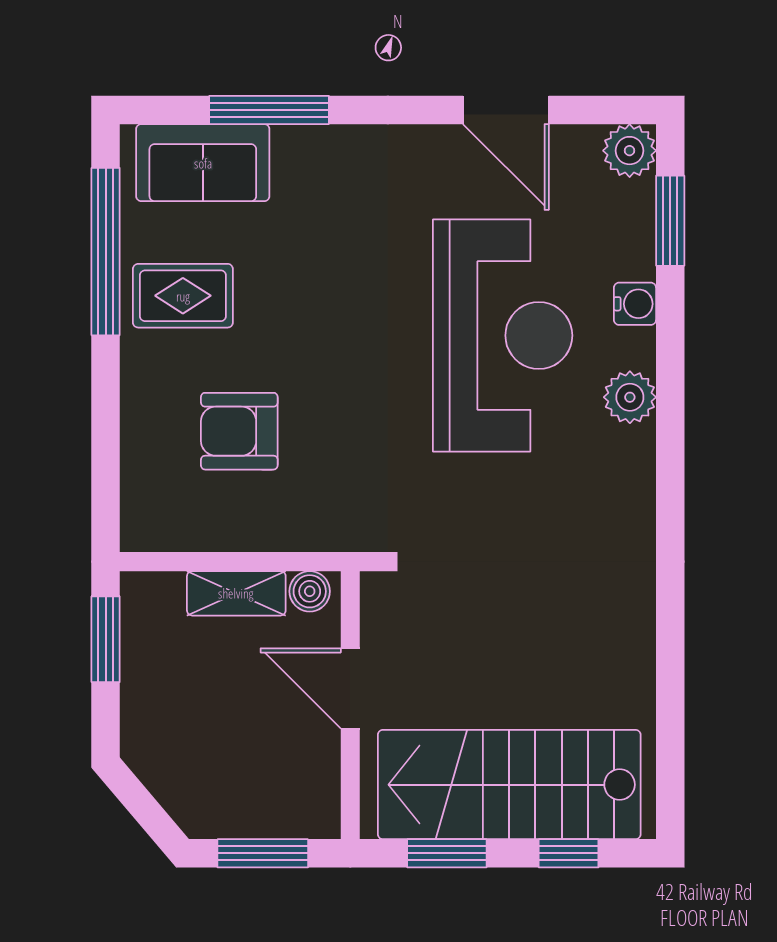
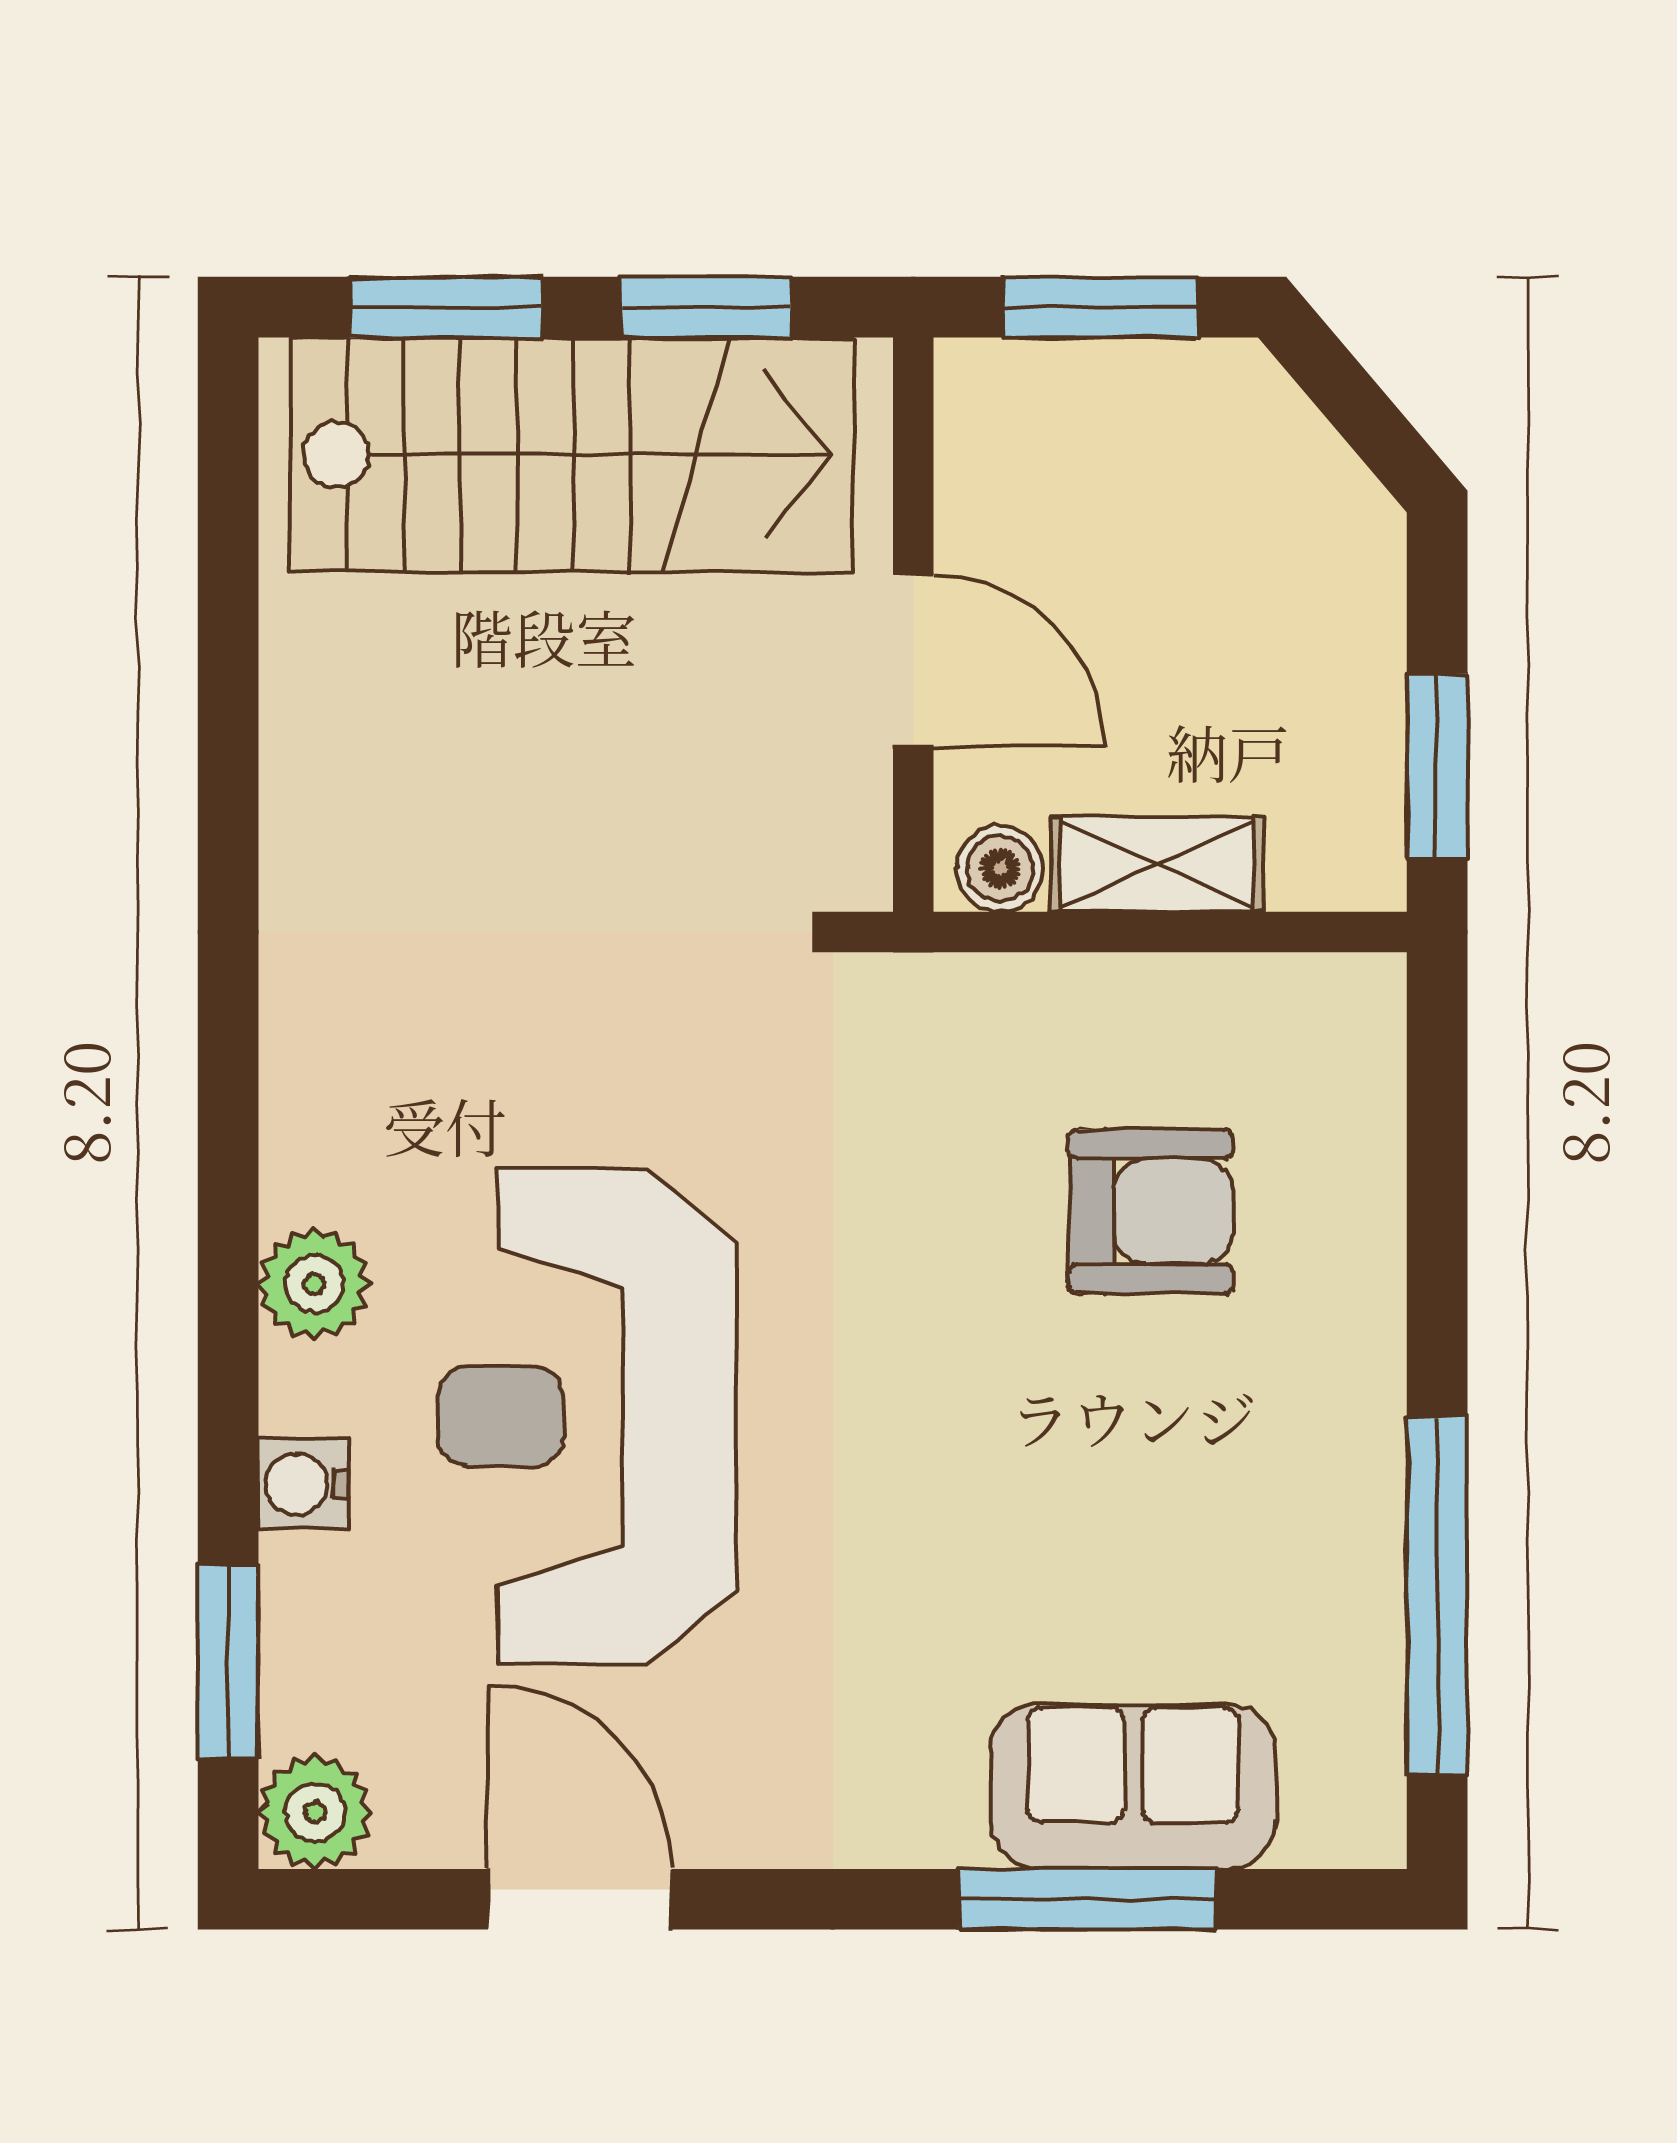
sofa: (203, 163) -> (1133, 1786), moved
rug: (183, 296) -> (1272, 1501), removed
window: (569, 853) -> (446, 307), width x1.50

